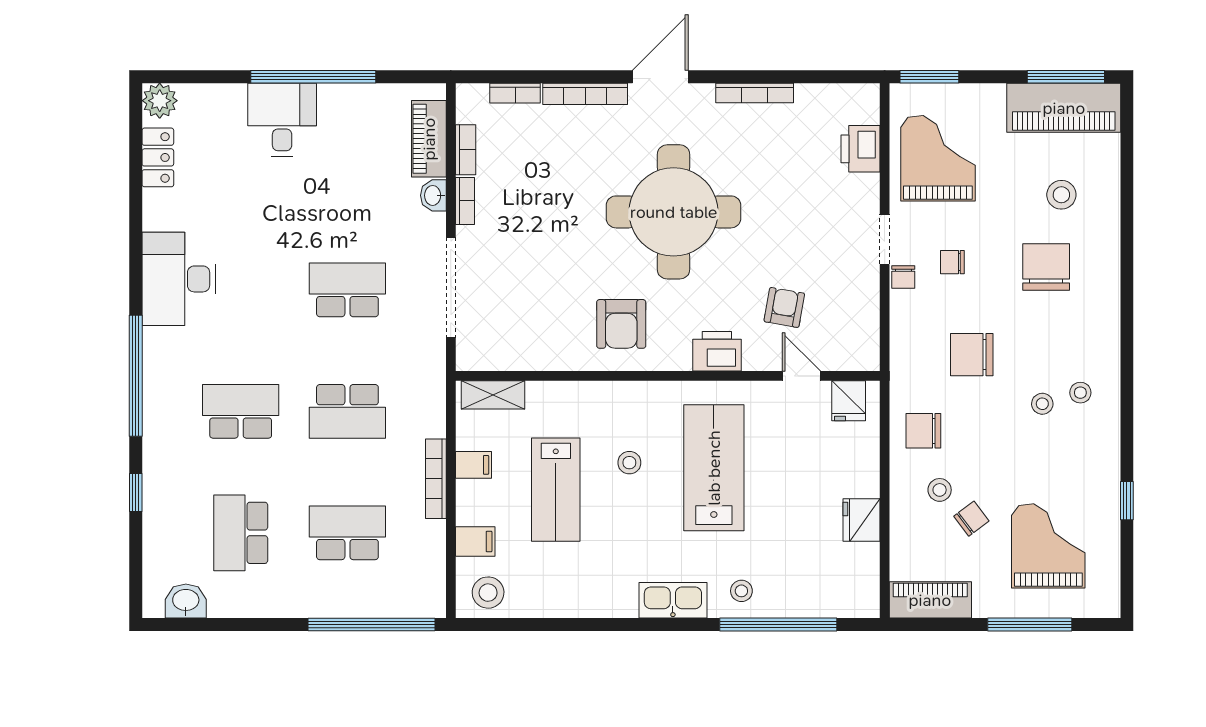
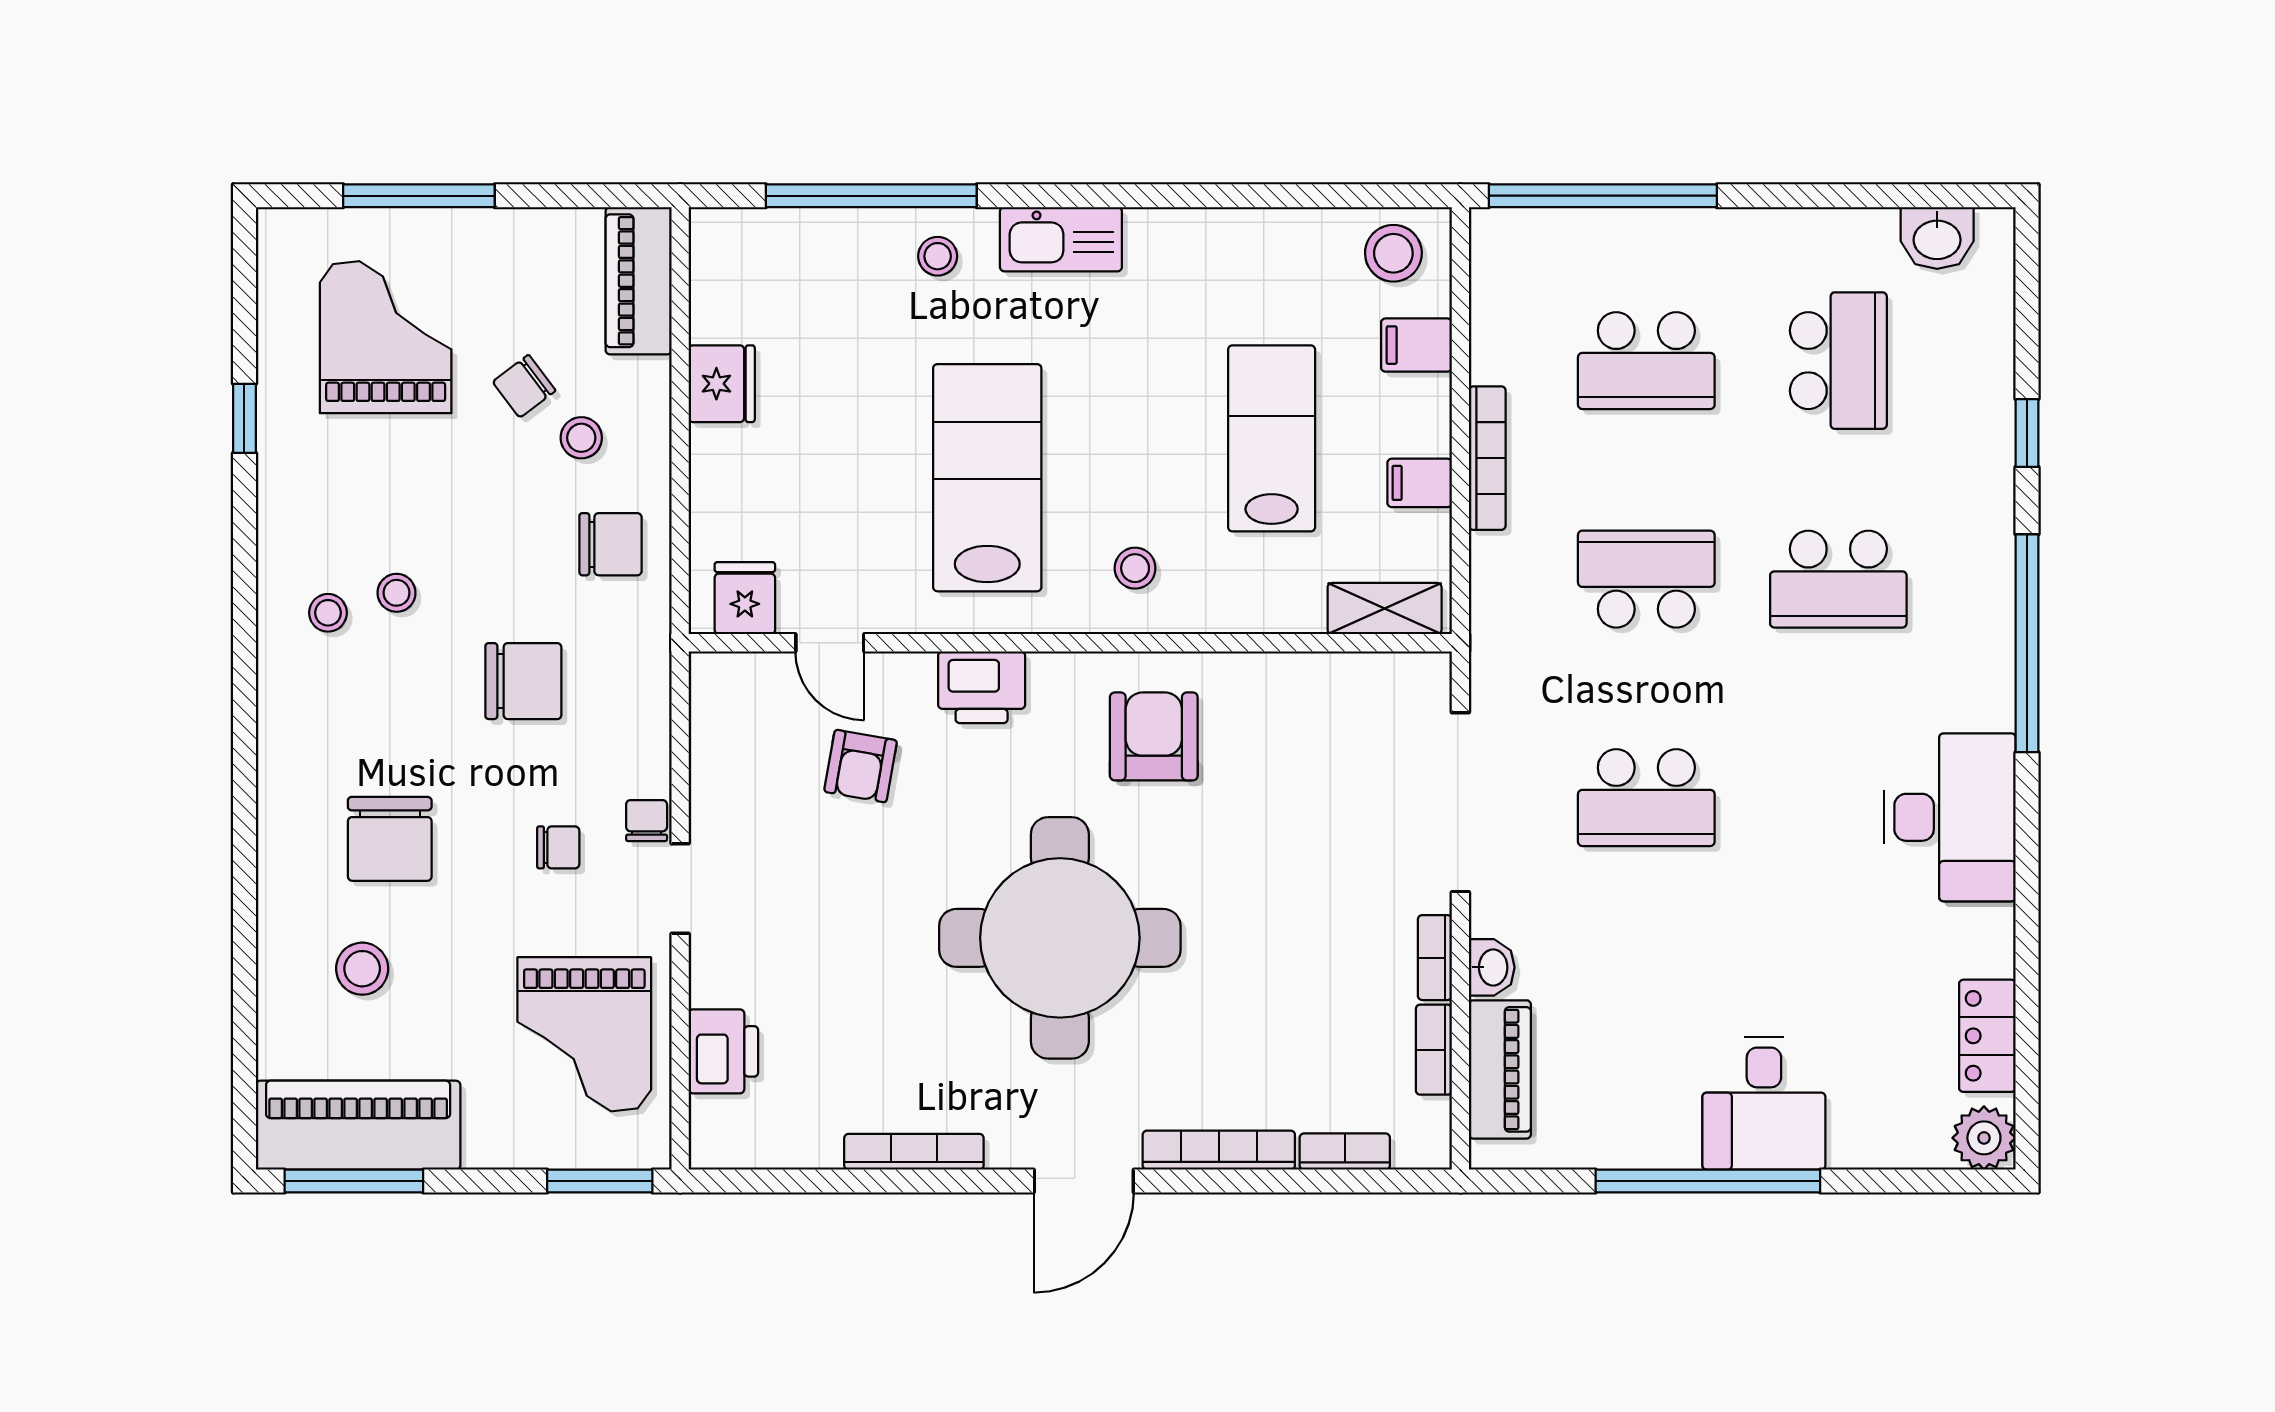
stool: (629, 463) -> (1135, 568), moved
lab bench: (714, 468) -> (987, 478), turned 180
grand piano: (1048, 546) -> (386, 337), turned 180
piano: (930, 600) -> (639, 281), moved, turned 90

